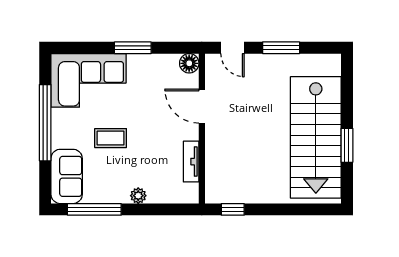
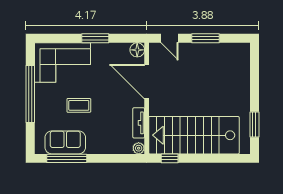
door: (202, 106) -> (147, 82), width x1.36
stairs: (316, 137) -> (194, 135), moved, turned 90
window: (347, 145) -> (254, 125), moved
sofa: (67, 176) -> (65, 142), moved, turned -90
plant: (138, 196) -> (139, 148), moved

